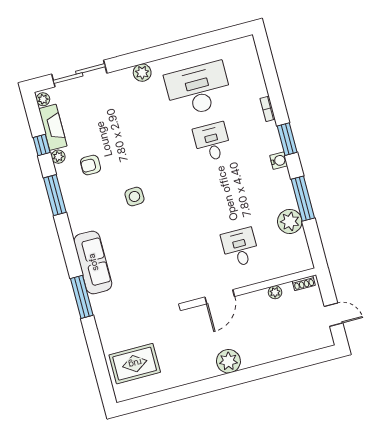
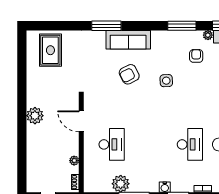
desk: (212, 142) -> (190, 144), width x1.37
desk: (240, 247) -> (112, 144), width x1.37
armchair: (139, 249) -> (129, 74), added

